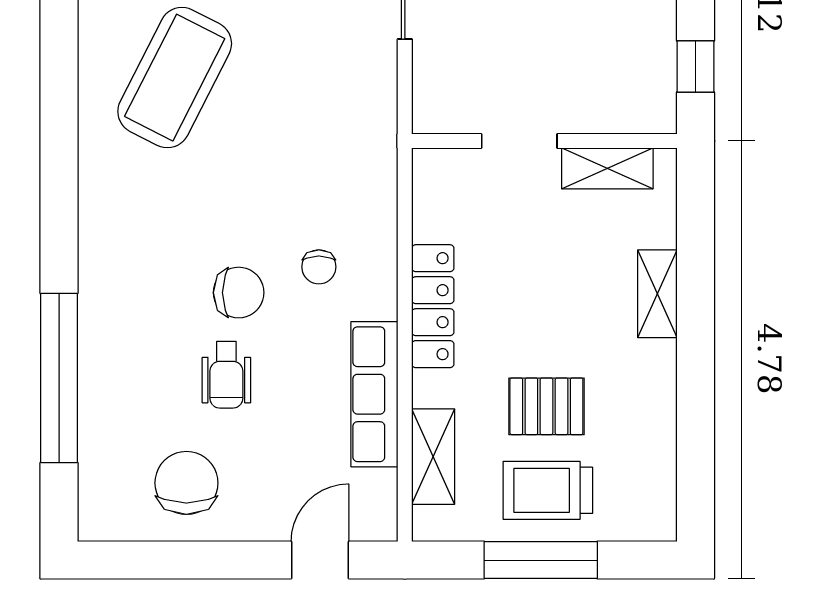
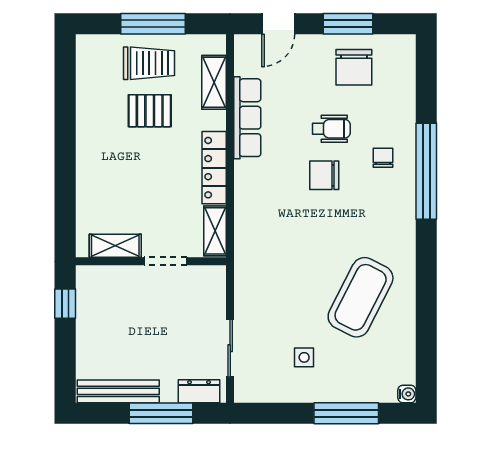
chair: (319, 267) -> (383, 158), moved
shelving: (657, 294) -> (215, 231), moved
wheelchair: (226, 375) -> (331, 129), turned 90
window: (59, 378) -> (426, 171), moved
window: (197, 560) -> (348, 24), added

